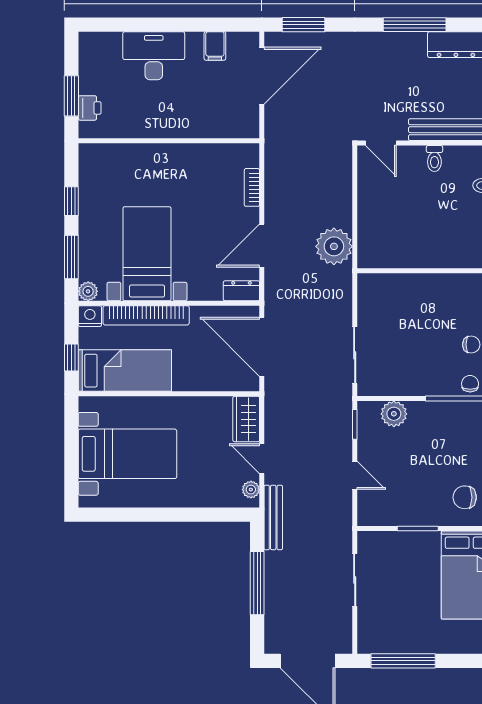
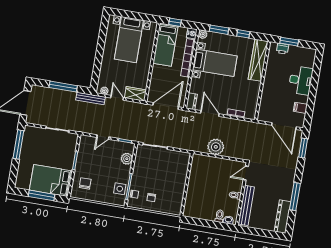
wardrobe: (125, 158) -> (258, 60), added
plant: (334, 246) -> (216, 147), moved
side table: (464, 418) -> (120, 189), added
door: (262, 459) -> (117, 98), hinge flipped

